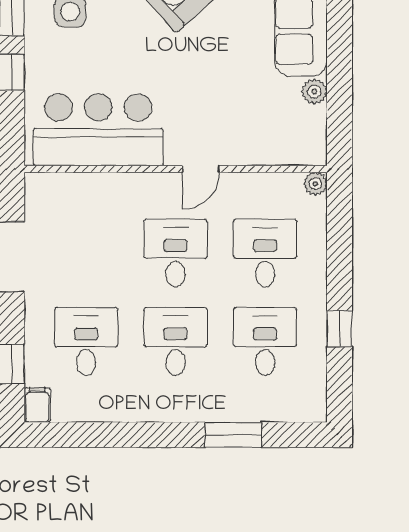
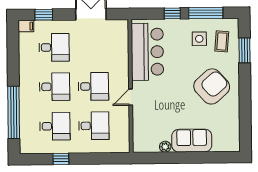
door: (201, 169) -> (131, 97), hinge flipped
plant: (315, 184) -> (125, 148), removed
window: (233, 435) -> (14, 112), width x2.11

